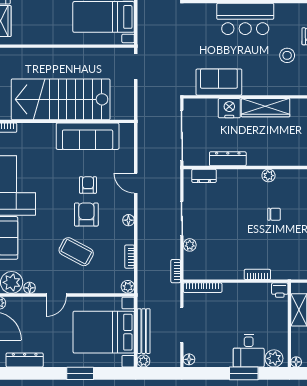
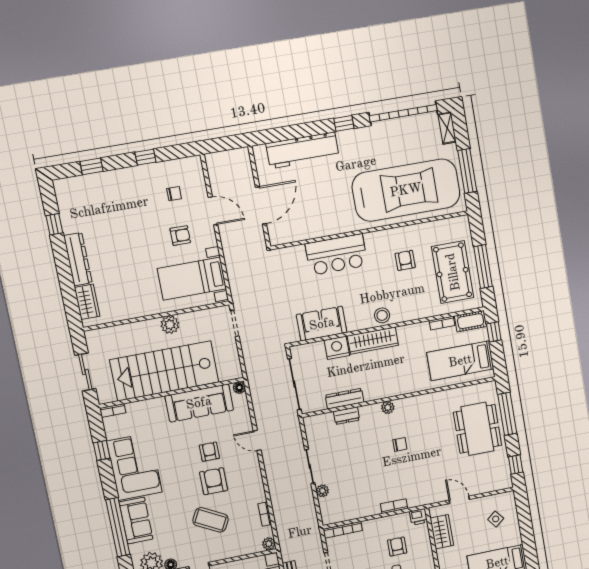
stool: (287, 55) -> (382, 315), moved
plant: (75, 56) -> (170, 325), added
dresser: (204, 176) -> (347, 416), moved
floor lamp: (128, 220) -> (239, 388), moved
bookcase: (176, 271) -> (313, 519), removed
armchair: (253, 315) -> (397, 546), added

